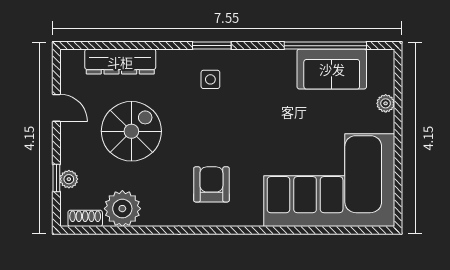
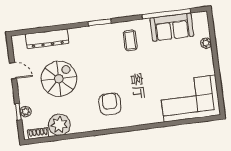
side table: (210, 79) -> (101, 42), removed
coffee table: (259, 82) -> (130, 40), added
corner sofa: (329, 180) -> (190, 98), width x0.73, depth x0.74

